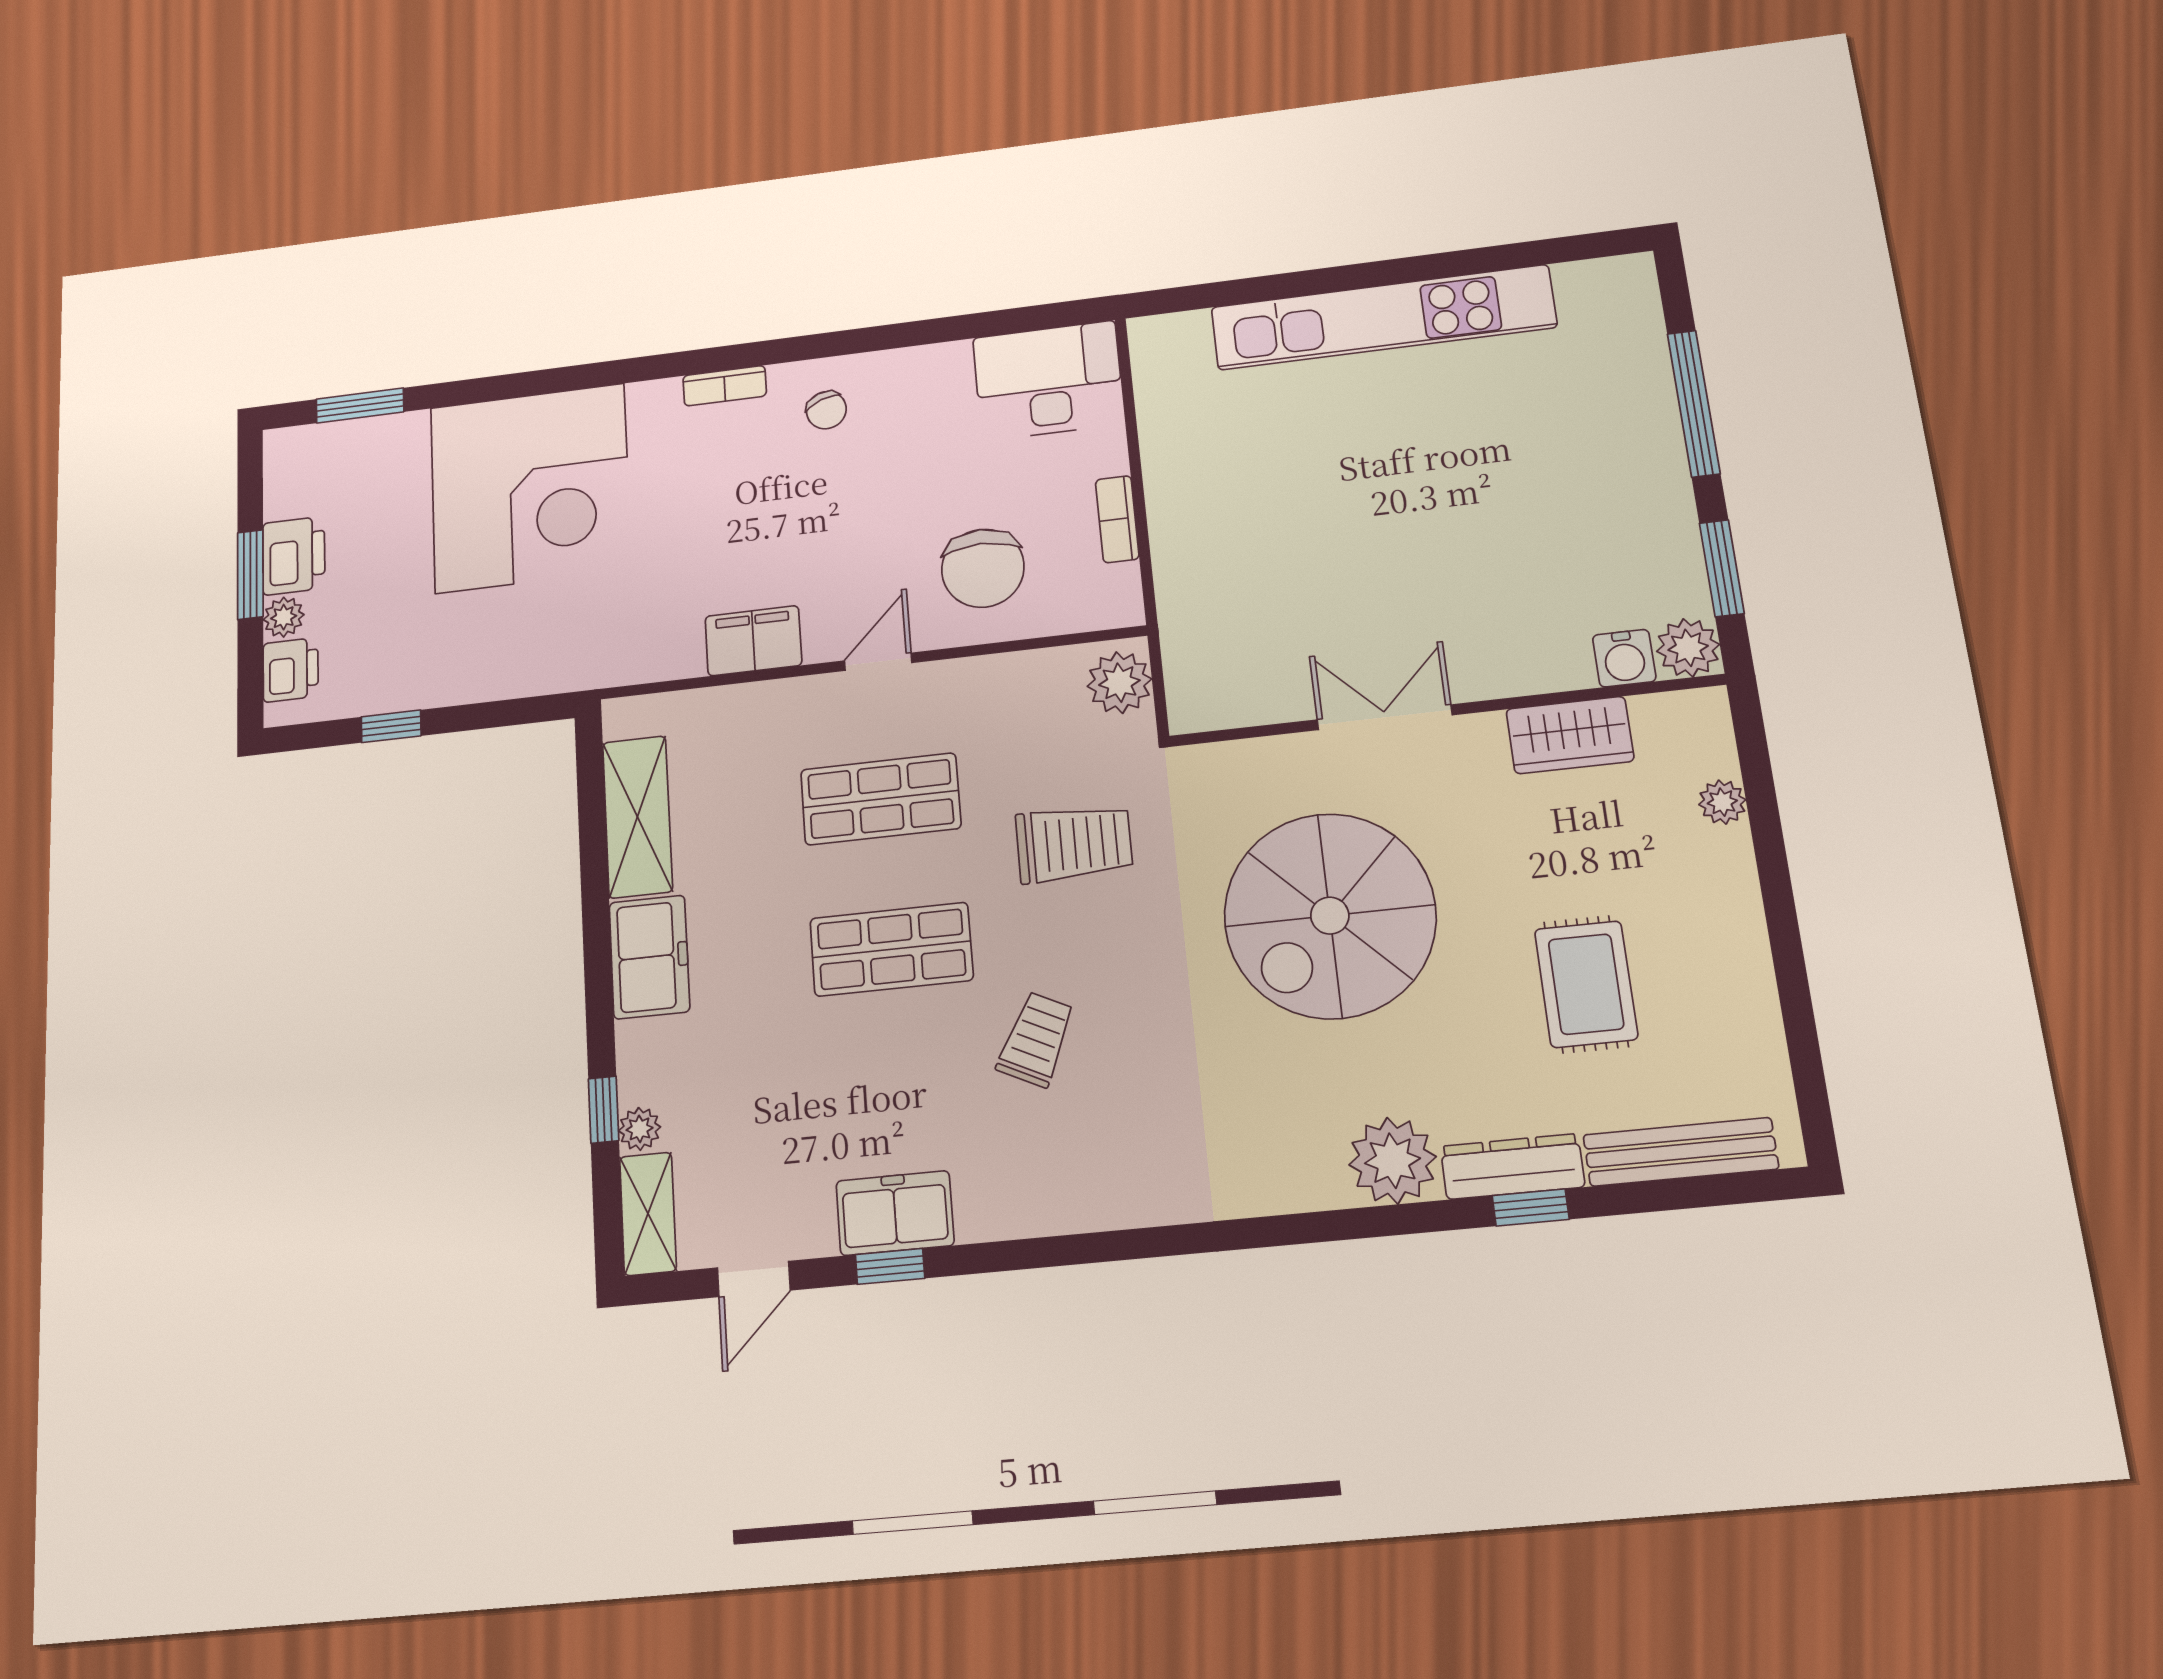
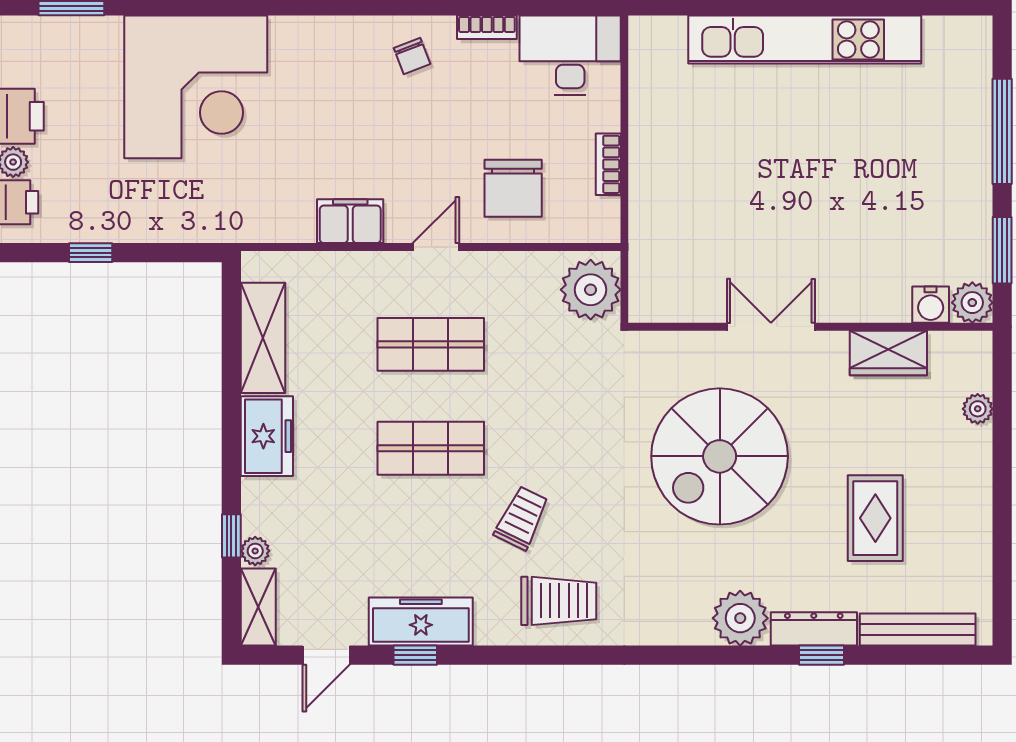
bookcase: (725, 386) -> (487, 27), moved
plant: (1119, 683) -> (591, 290), width x1.36, depth x1.36
trolley: (1074, 843) -> (559, 601), moved
freezer: (895, 1213) -> (421, 622), width x1.40

